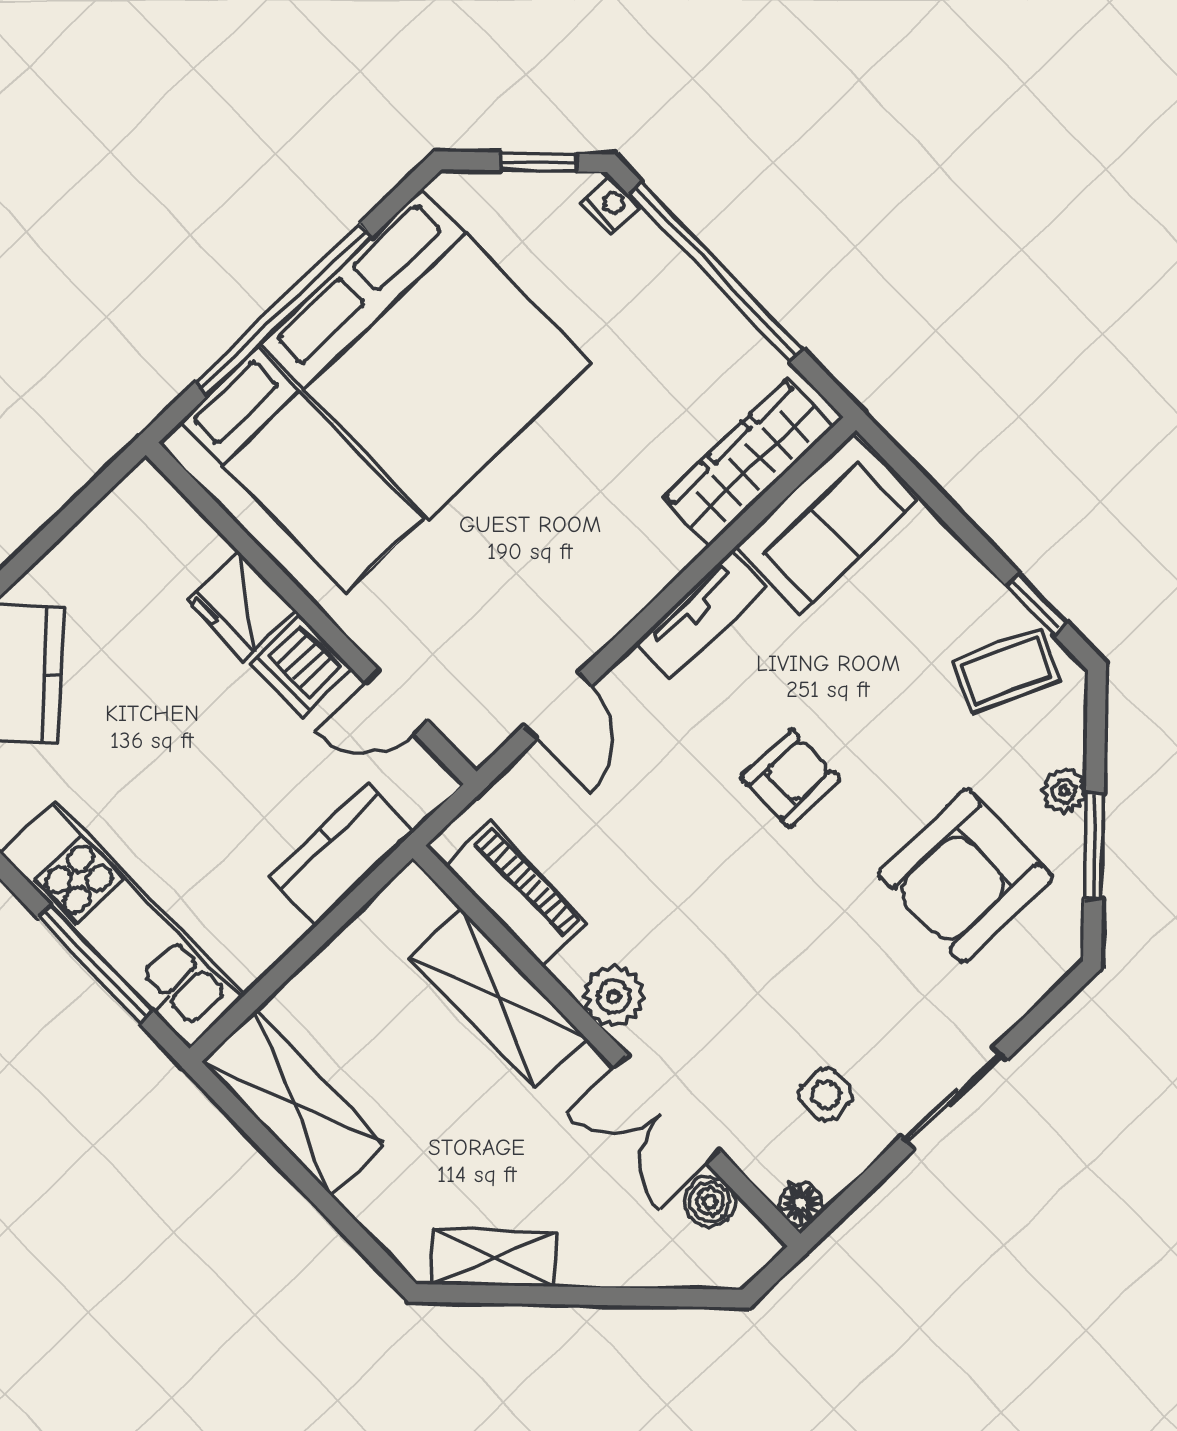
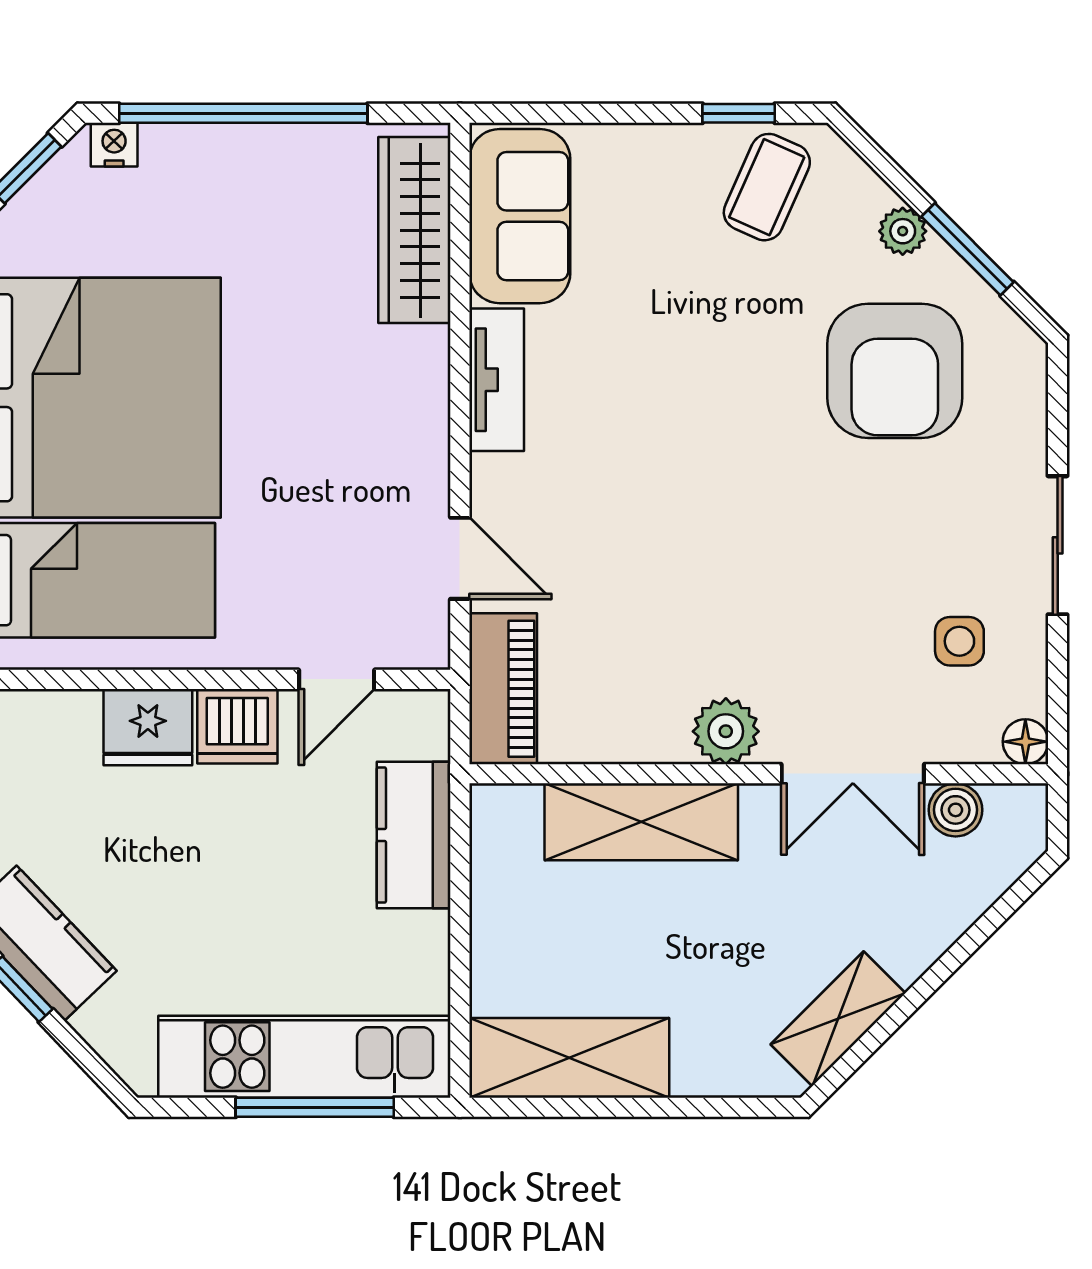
armchair: (790, 778) -> (689, 433), removed
piano: (516, 894) -> (503, 689), moved, turned 90

